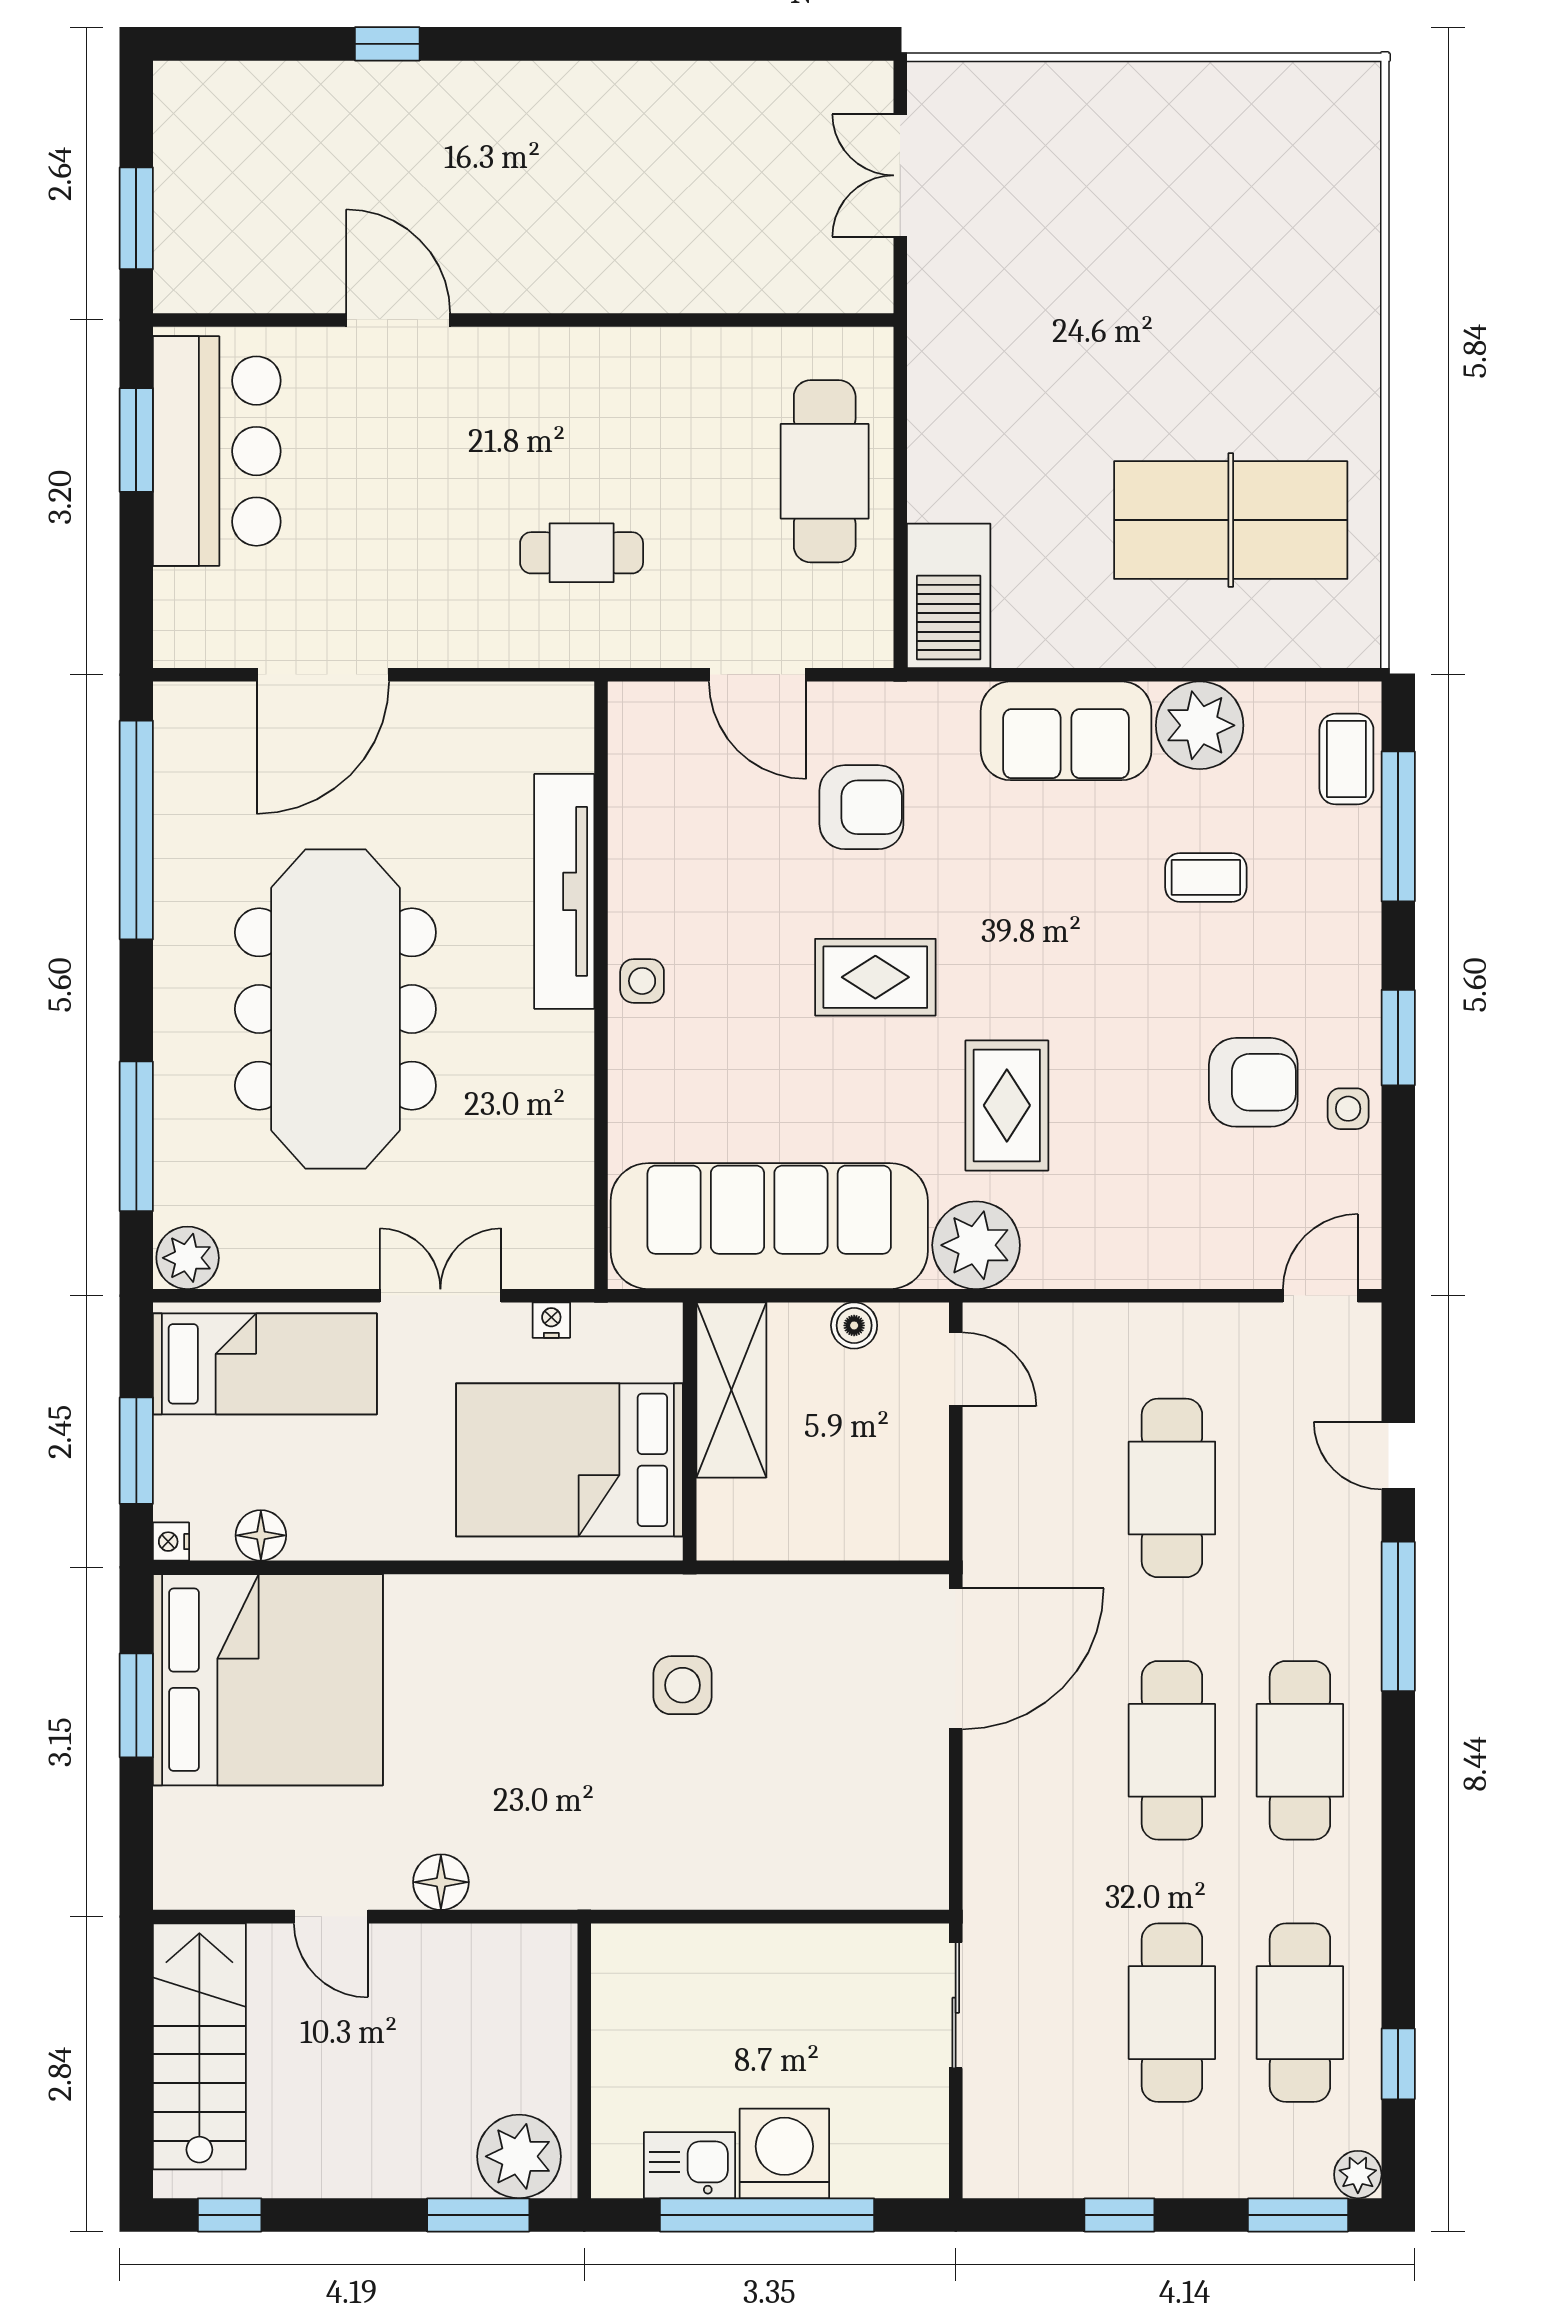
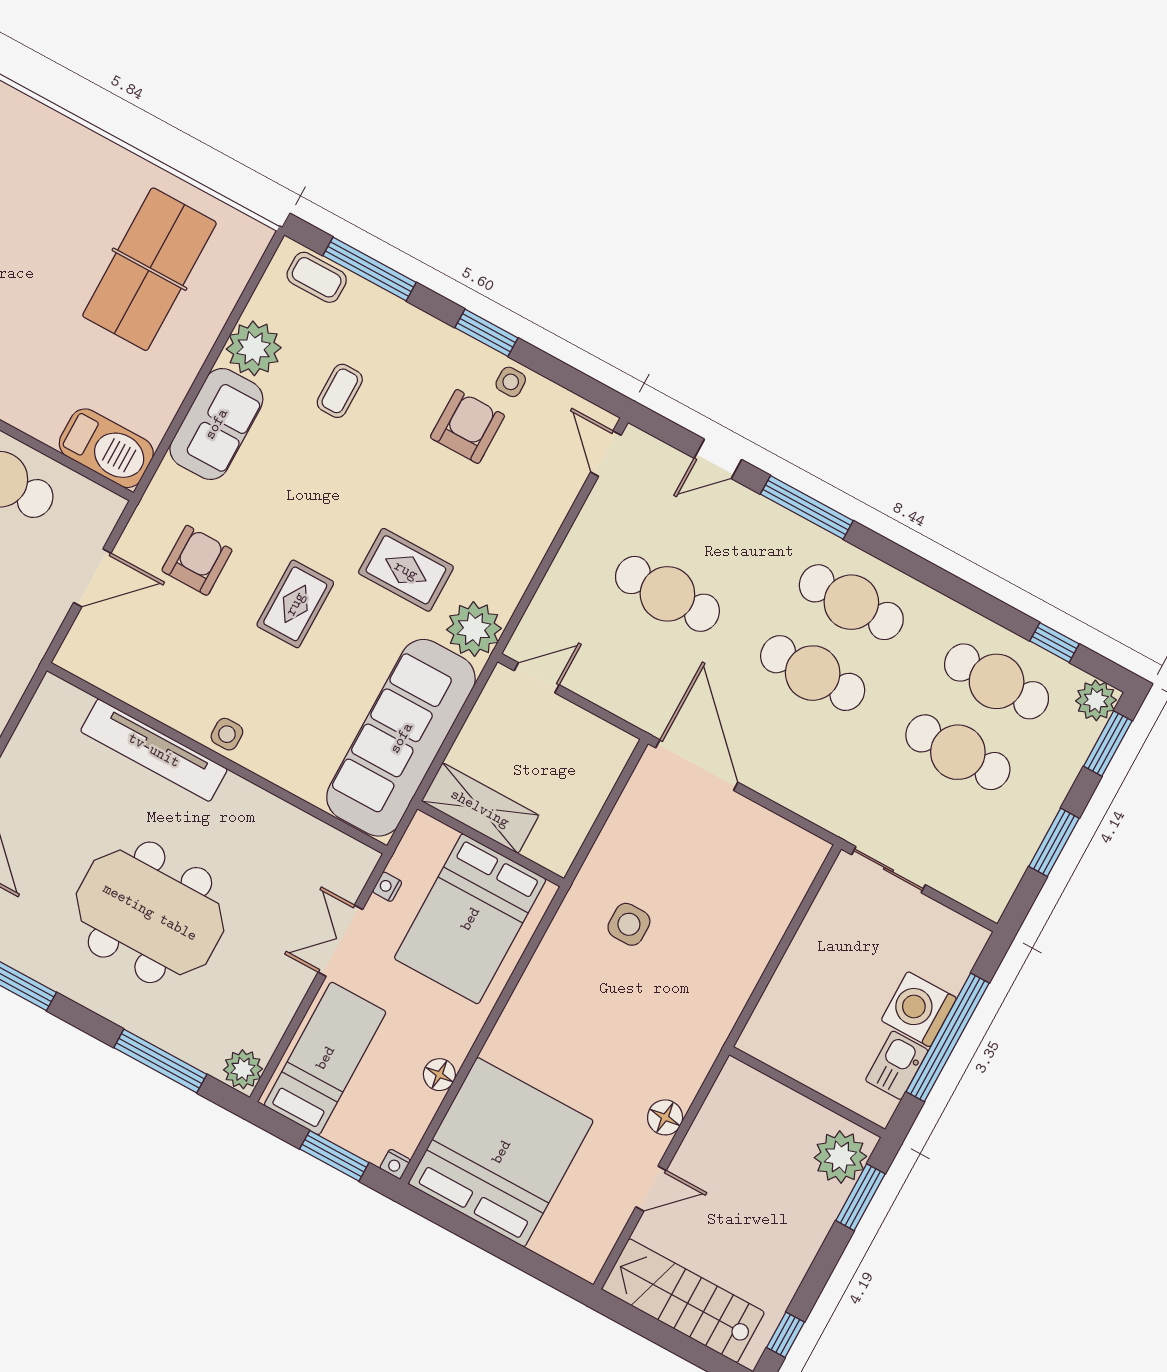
meeting table: (335, 1009) -> (150, 912), width x0.73
boiler: (854, 1325) -> (482, 721), removed
floor lamp: (261, 1535) -> (439, 1075), moved
window: (136, 1705) -> (475, 1233), removed
plant: (1358, 2175) -> (1096, 700), width x1.38, depth x1.38
window: (1119, 2215) -> (1054, 842), width x1.50

